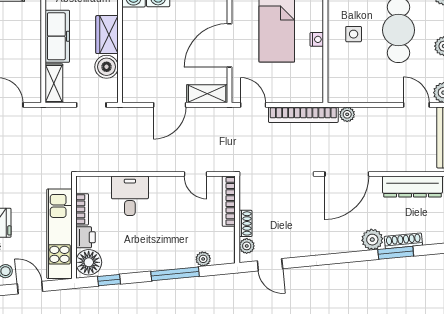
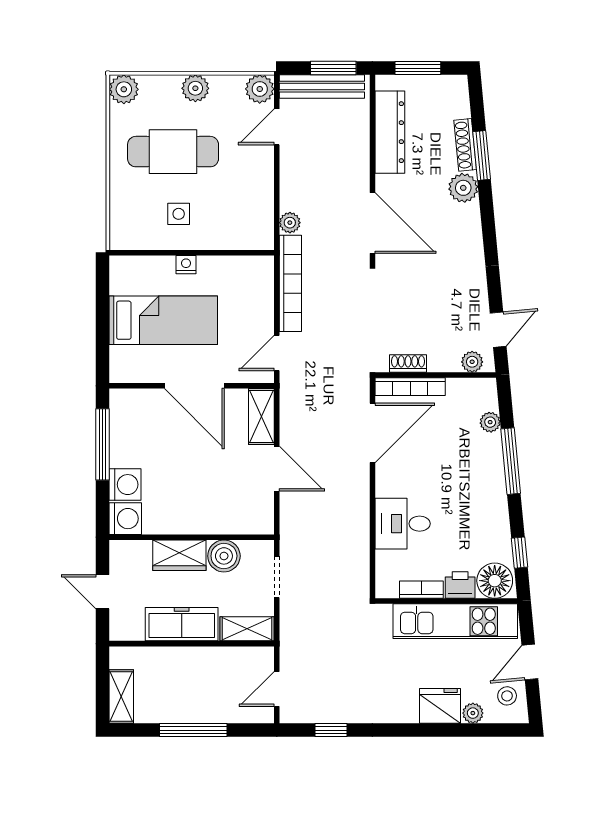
door: (195, 174) -> (372, 433), width x1.87
shoe rack: (245, 223) -> (408, 364), moved

